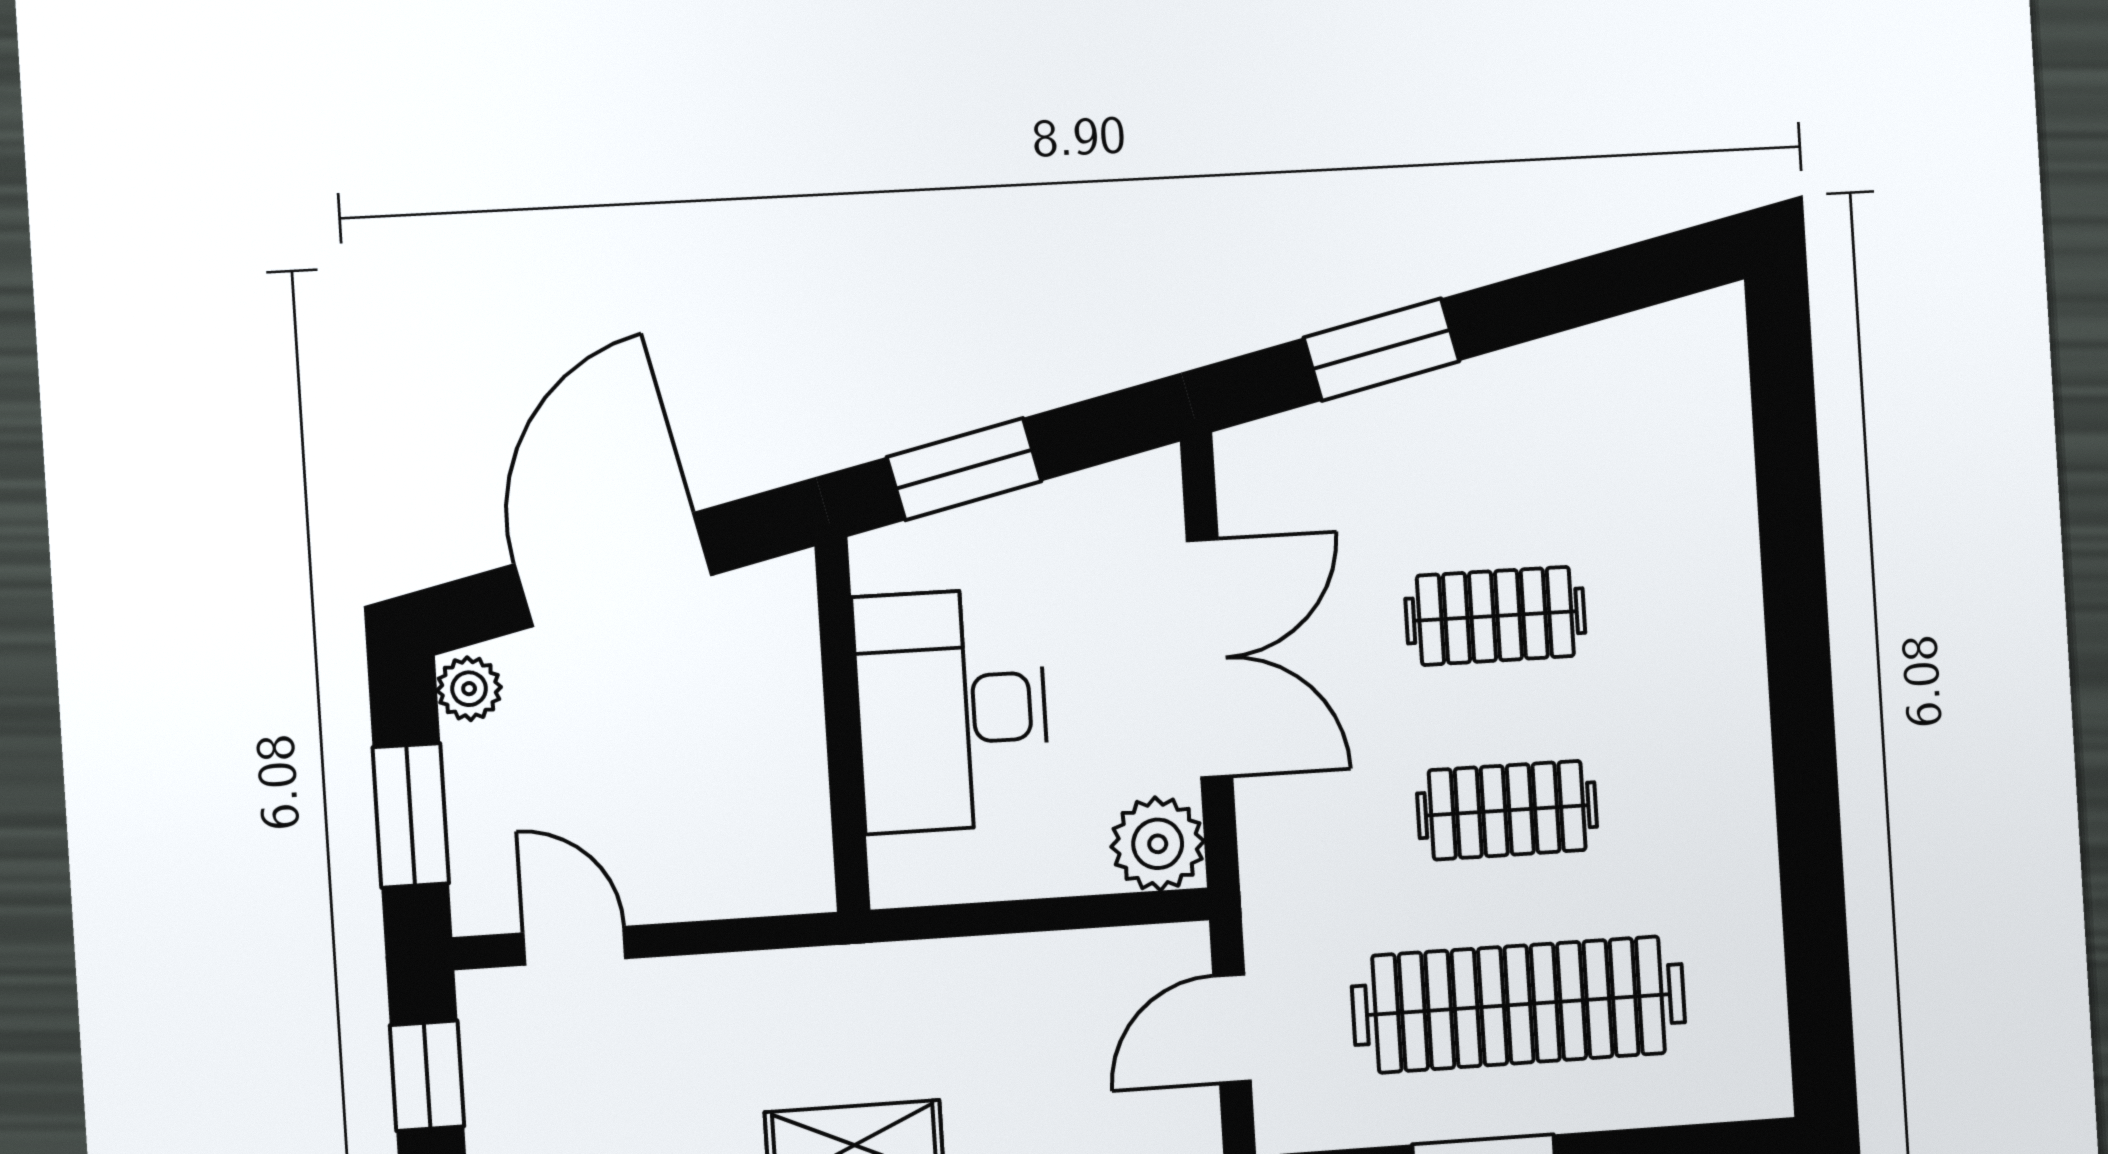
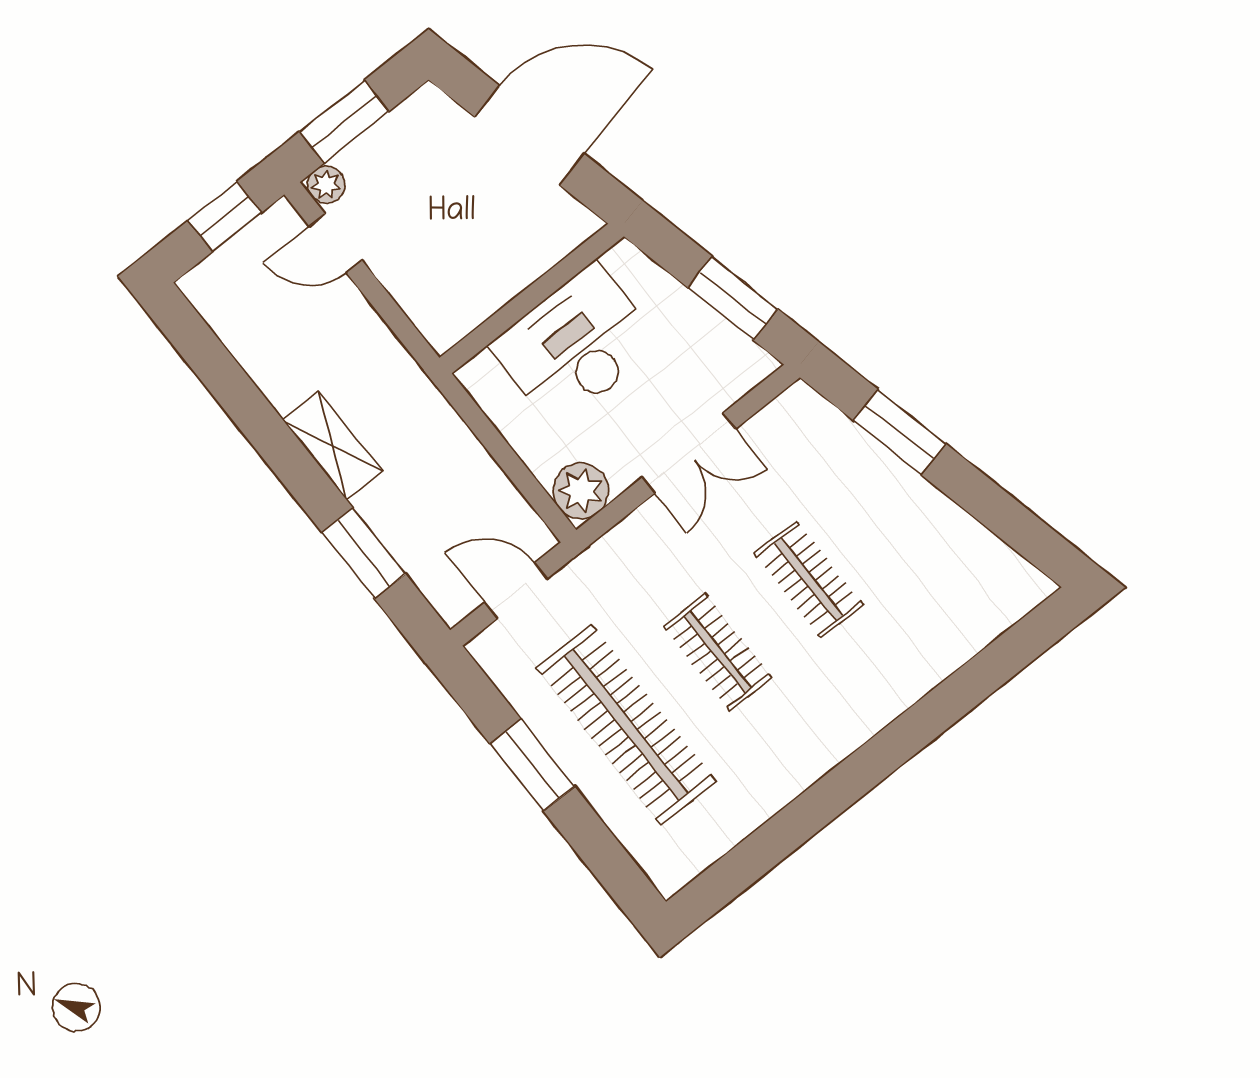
window: (964, 469) -> (733, 298), moved
double door: (1209, 658) -> (689, 453), width x0.73
plant: (469, 689) -> (326, 185), moved
door: (574, 946) -> (336, 243), swing flipped

